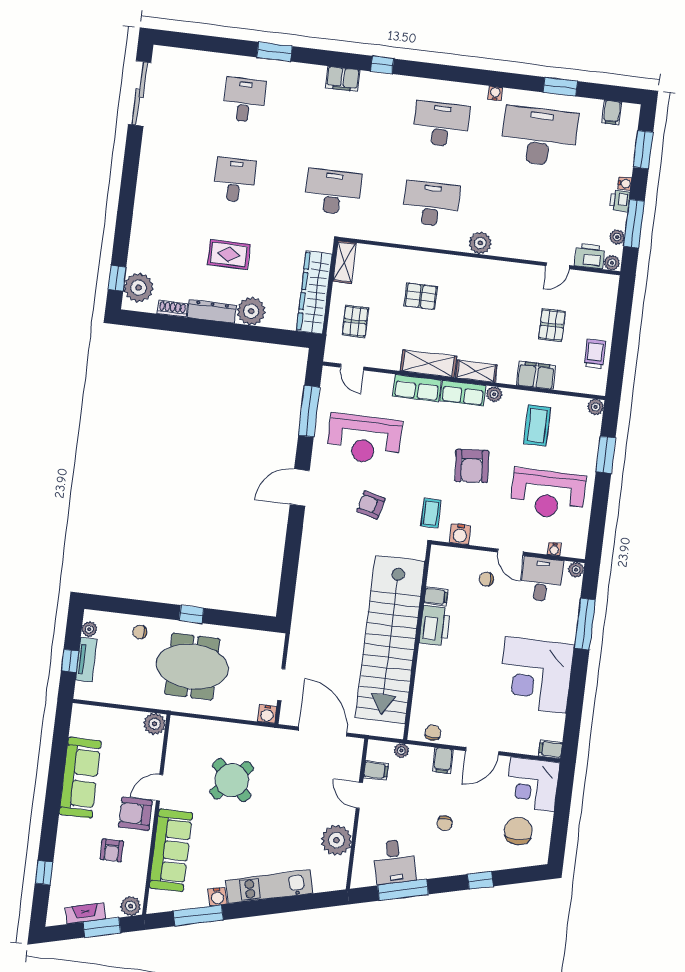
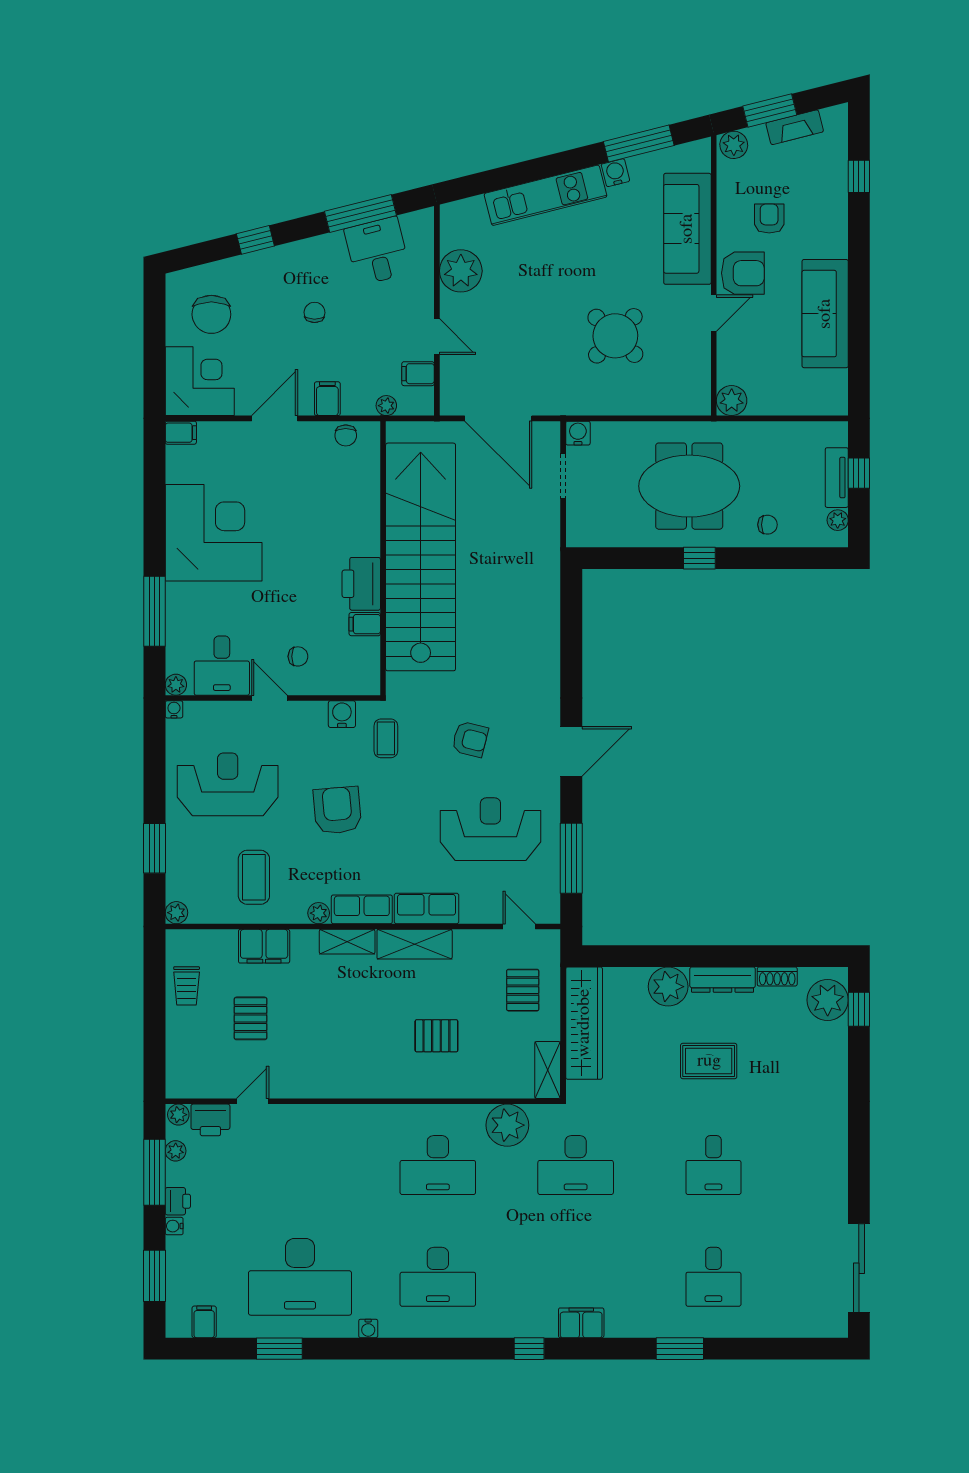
plant: (480, 243) -> (507, 1125), moved, width x1.36, depth x1.36
water cooler: (554, 549) -> (174, 709), moved

